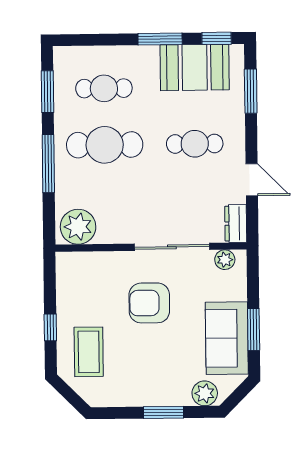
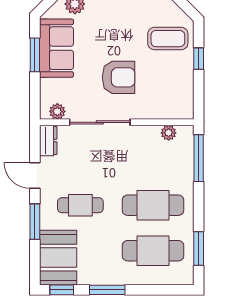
booth: (195, 67) -> (58, 258), moved, turned 90
cafe table: (104, 88) -> (153, 251), width x1.37, depth x1.35
window: (251, 91) -> (35, 222), moved
window: (48, 164) -> (199, 158), moved
plant: (78, 227) -> (169, 133), width x0.53, depth x0.53
coffee table: (89, 352) -> (168, 39), turned 90

